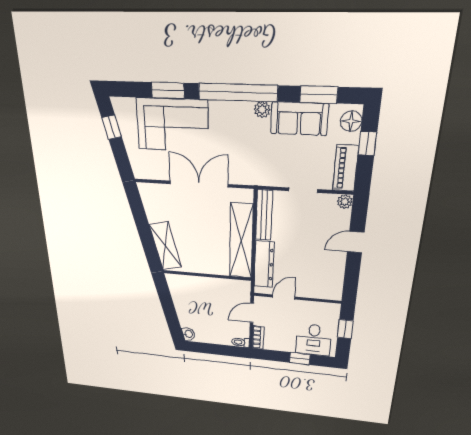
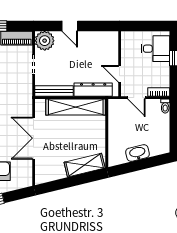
plant: (345, 202) -> (45, 41), width x1.87, depth x1.87
window: (345, 329) -> (143, 26), removed
washbasin: (188, 334) -> (137, 153), moved, width x1.91, depth x1.45

